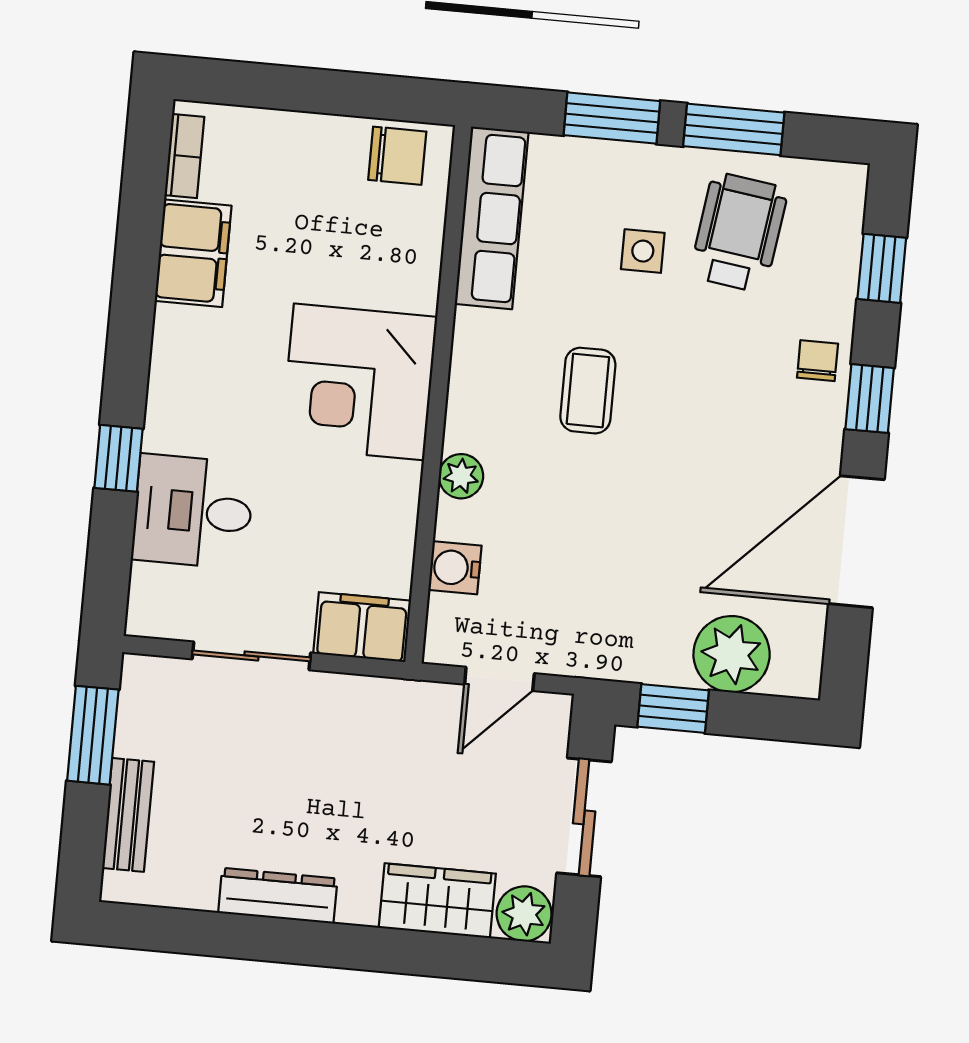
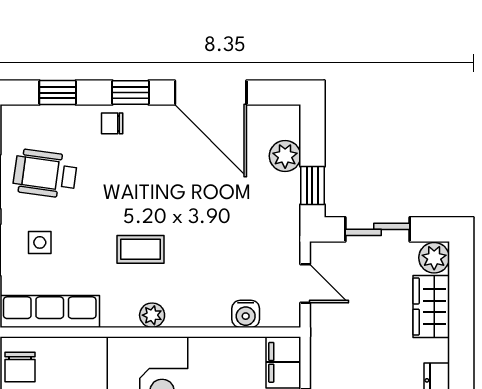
chair: (397, 156) -> (20, 367), turned 180
side table: (643, 251) -> (40, 242), moved
plant: (461, 476) -> (152, 315), moved
plant: (732, 654) -> (285, 156), width x0.73, depth x0.73

